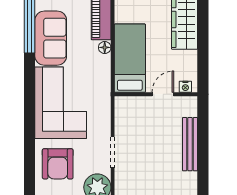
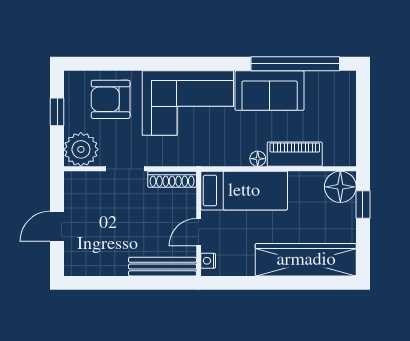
door: (163, 94) -> (199, 232), swing flipped
shoe rack: (121, 115) -> (172, 179), added
bench: (190, 144) -> (163, 267), moved

